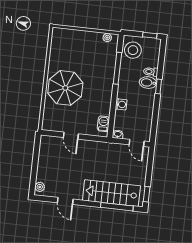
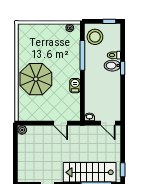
washing machine: (121, 104) -> (90, 89), removed
barbecue: (103, 124) -> (75, 86), moved
door: (71, 136) -> (61, 123), moved
plant: (40, 187) -> (22, 130), moved

